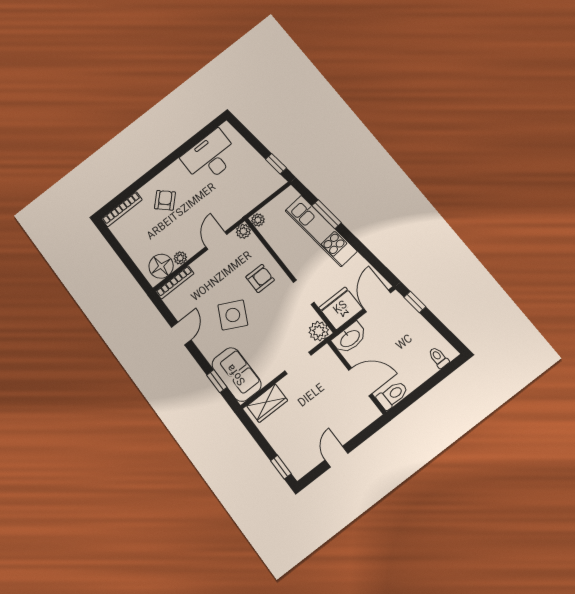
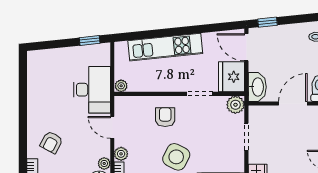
desk: (210, 157) -> (92, 90), moved, turned 180
armchair: (165, 200) -> (51, 142), turned -106
window: (327, 214) -> (156, 34), removed
plant: (243, 231) -> (121, 154), moved

